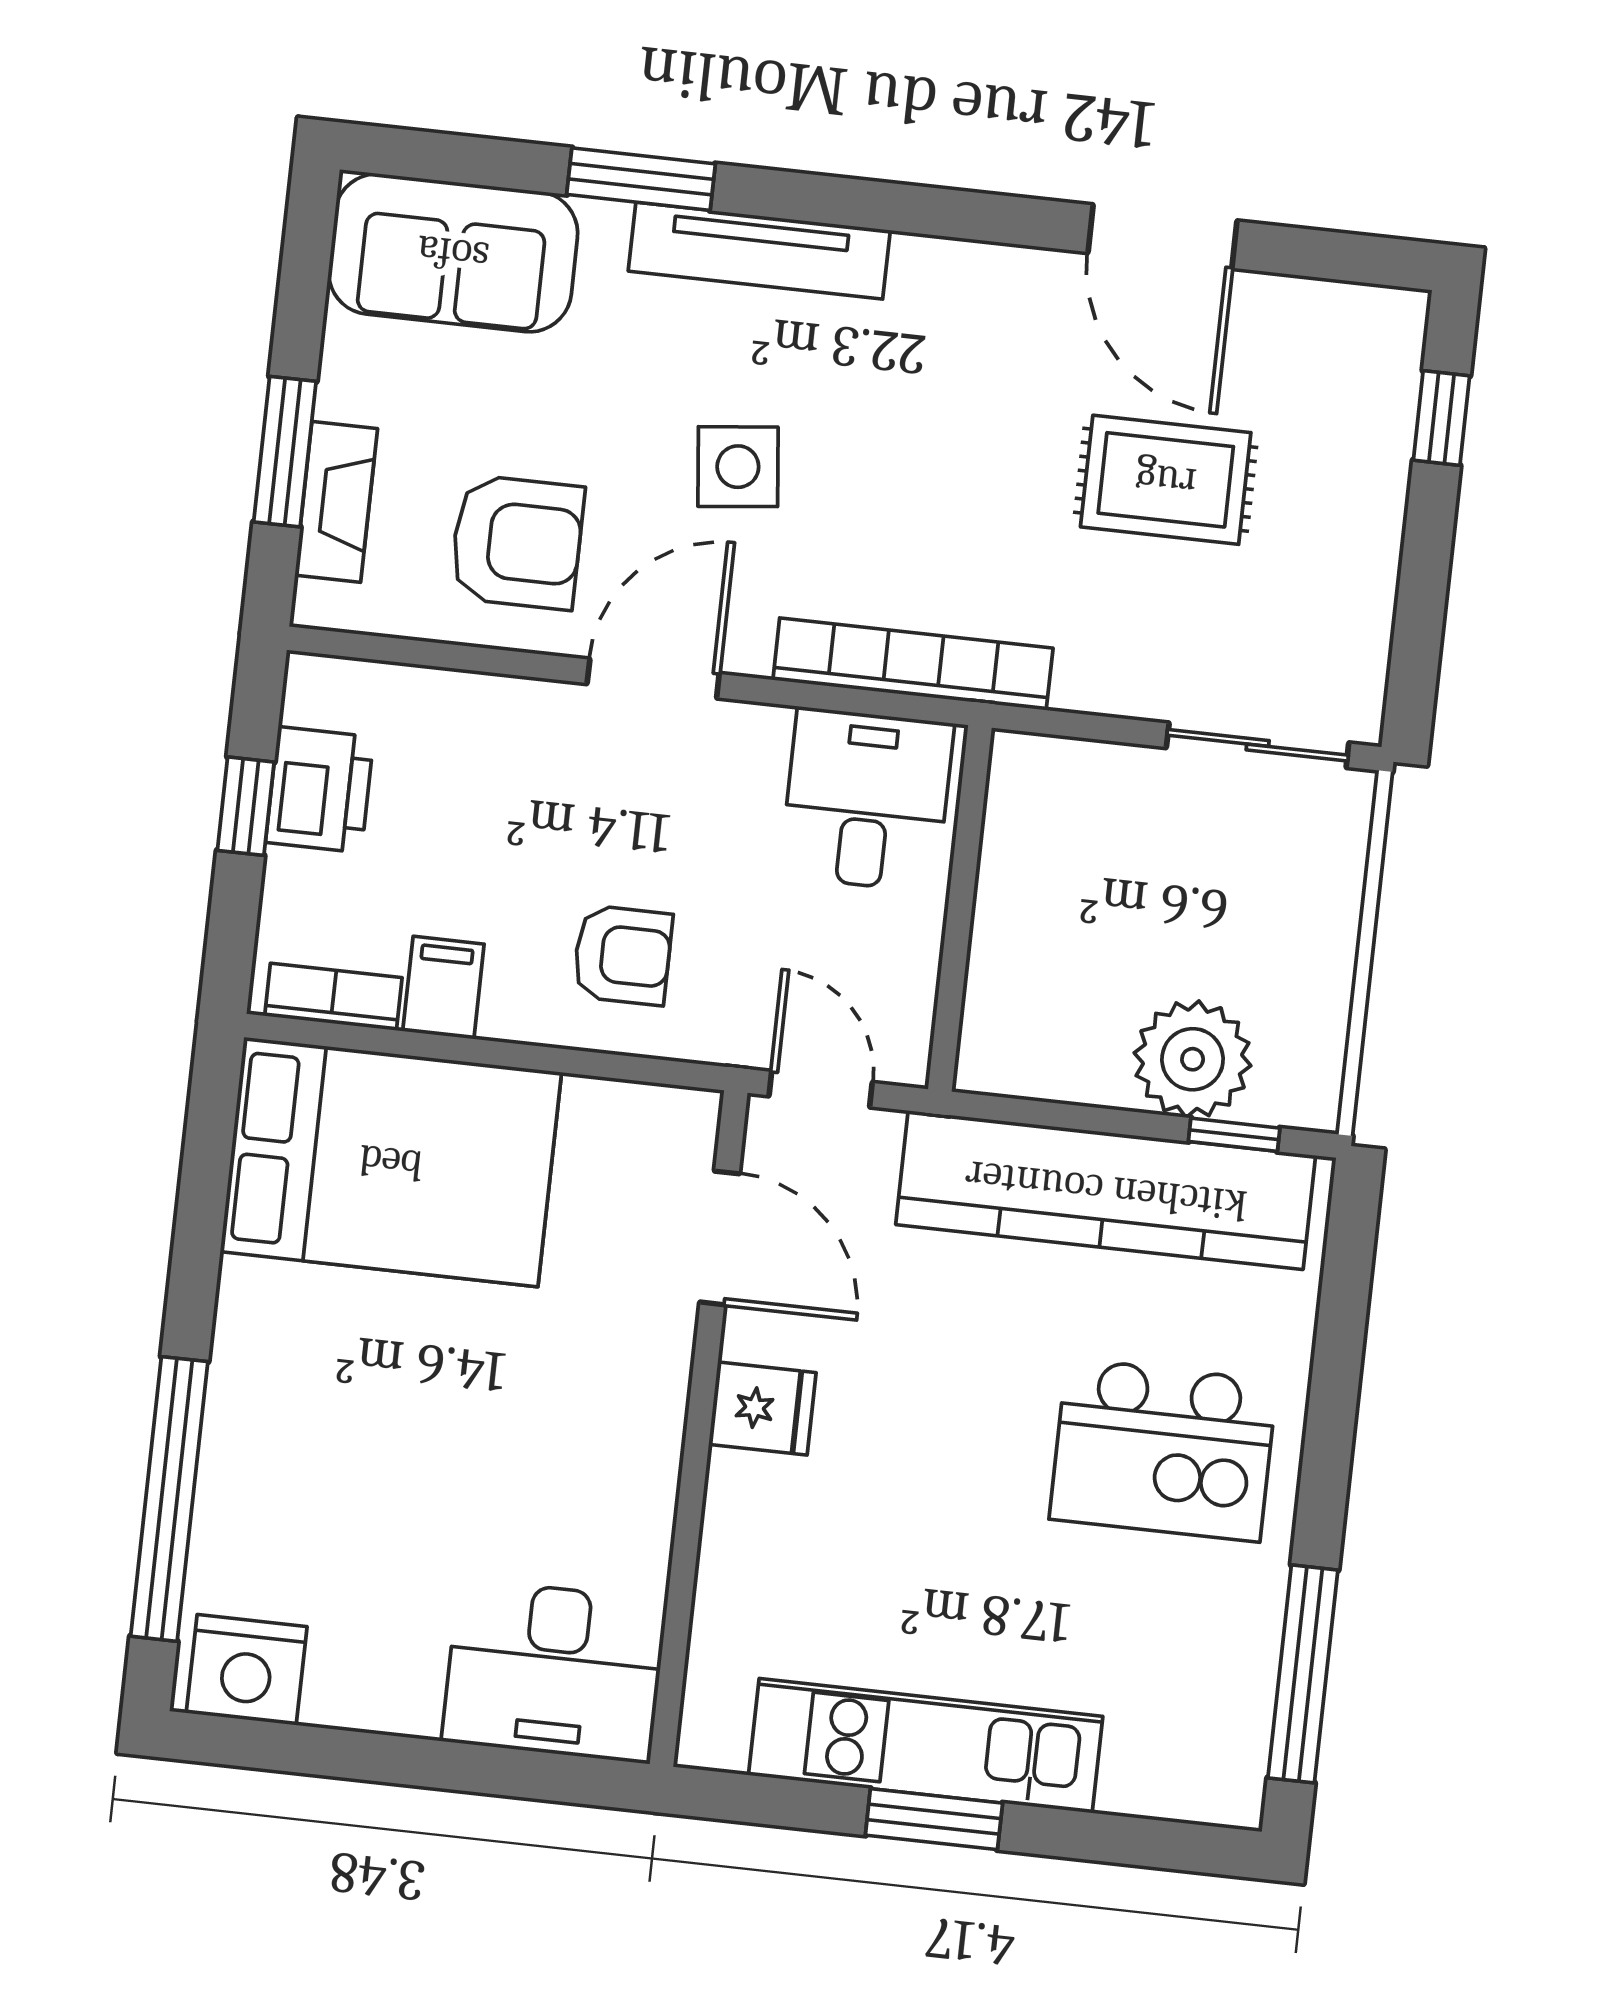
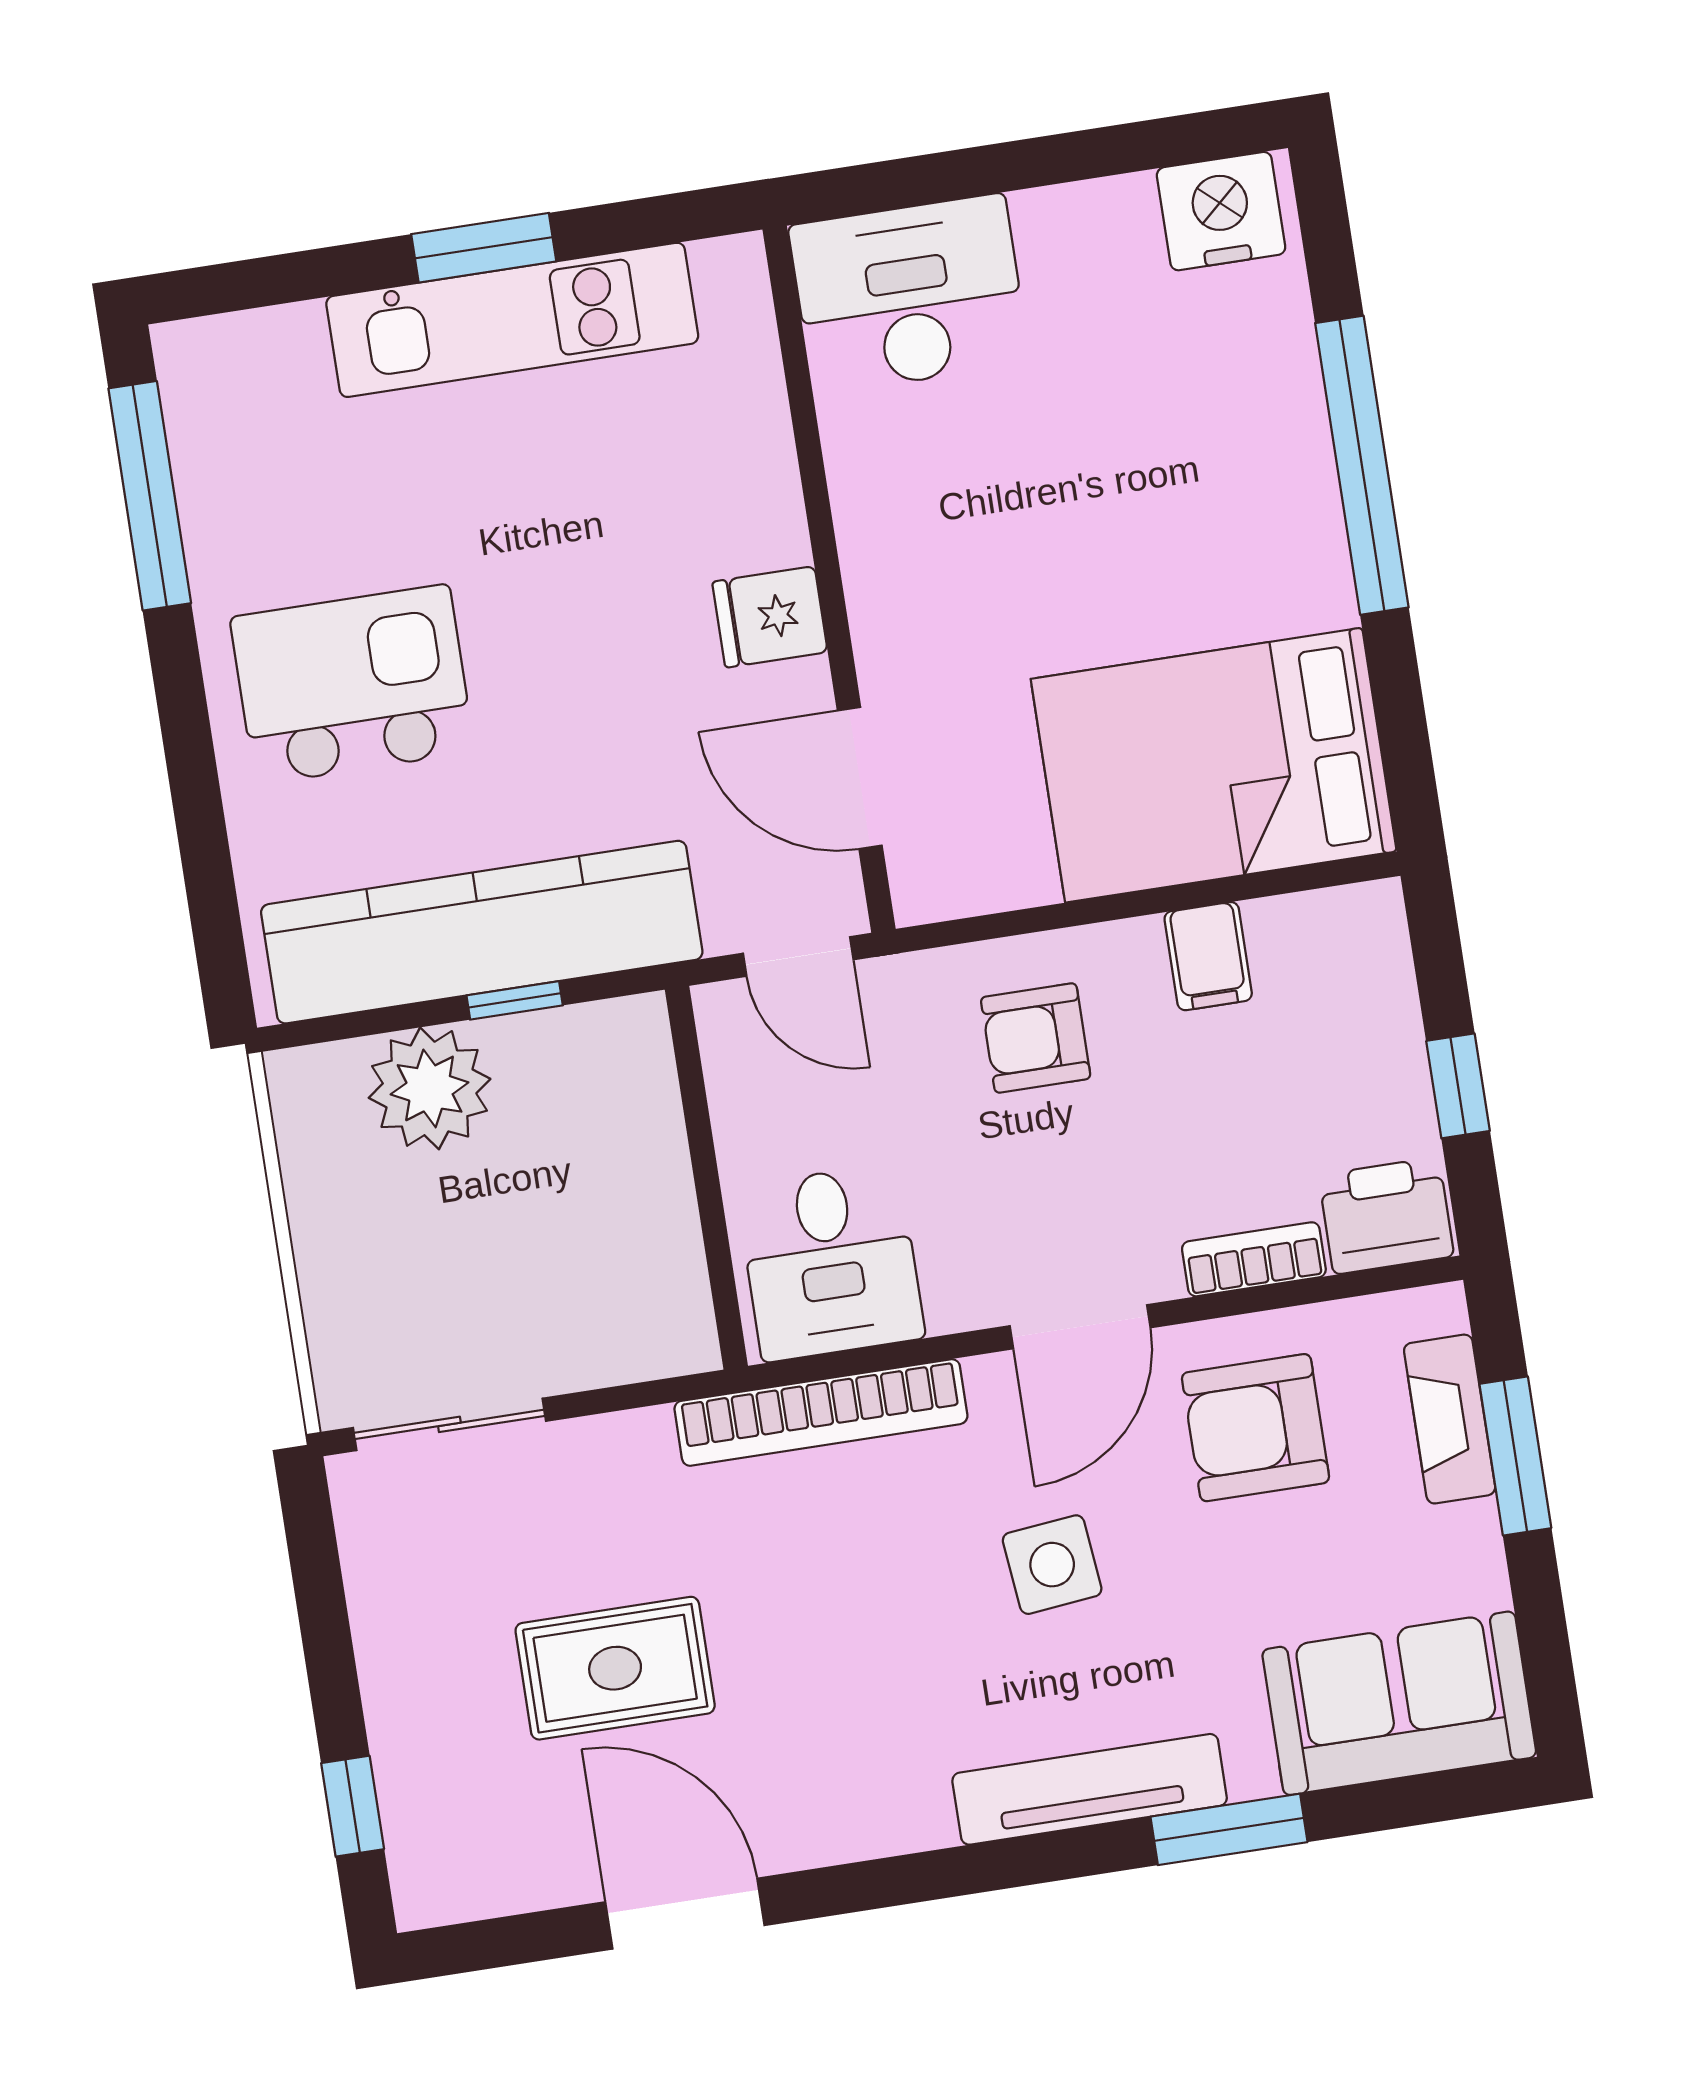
printer: (320, 790) -> (1386, 1216), moved, turned 90
bookcase: (333, 997) -> (1254, 1259), moved, turned 180
window: (1234, 1135) -> (515, 1000), moved
window: (169, 1499) -> (1362, 465), moved

